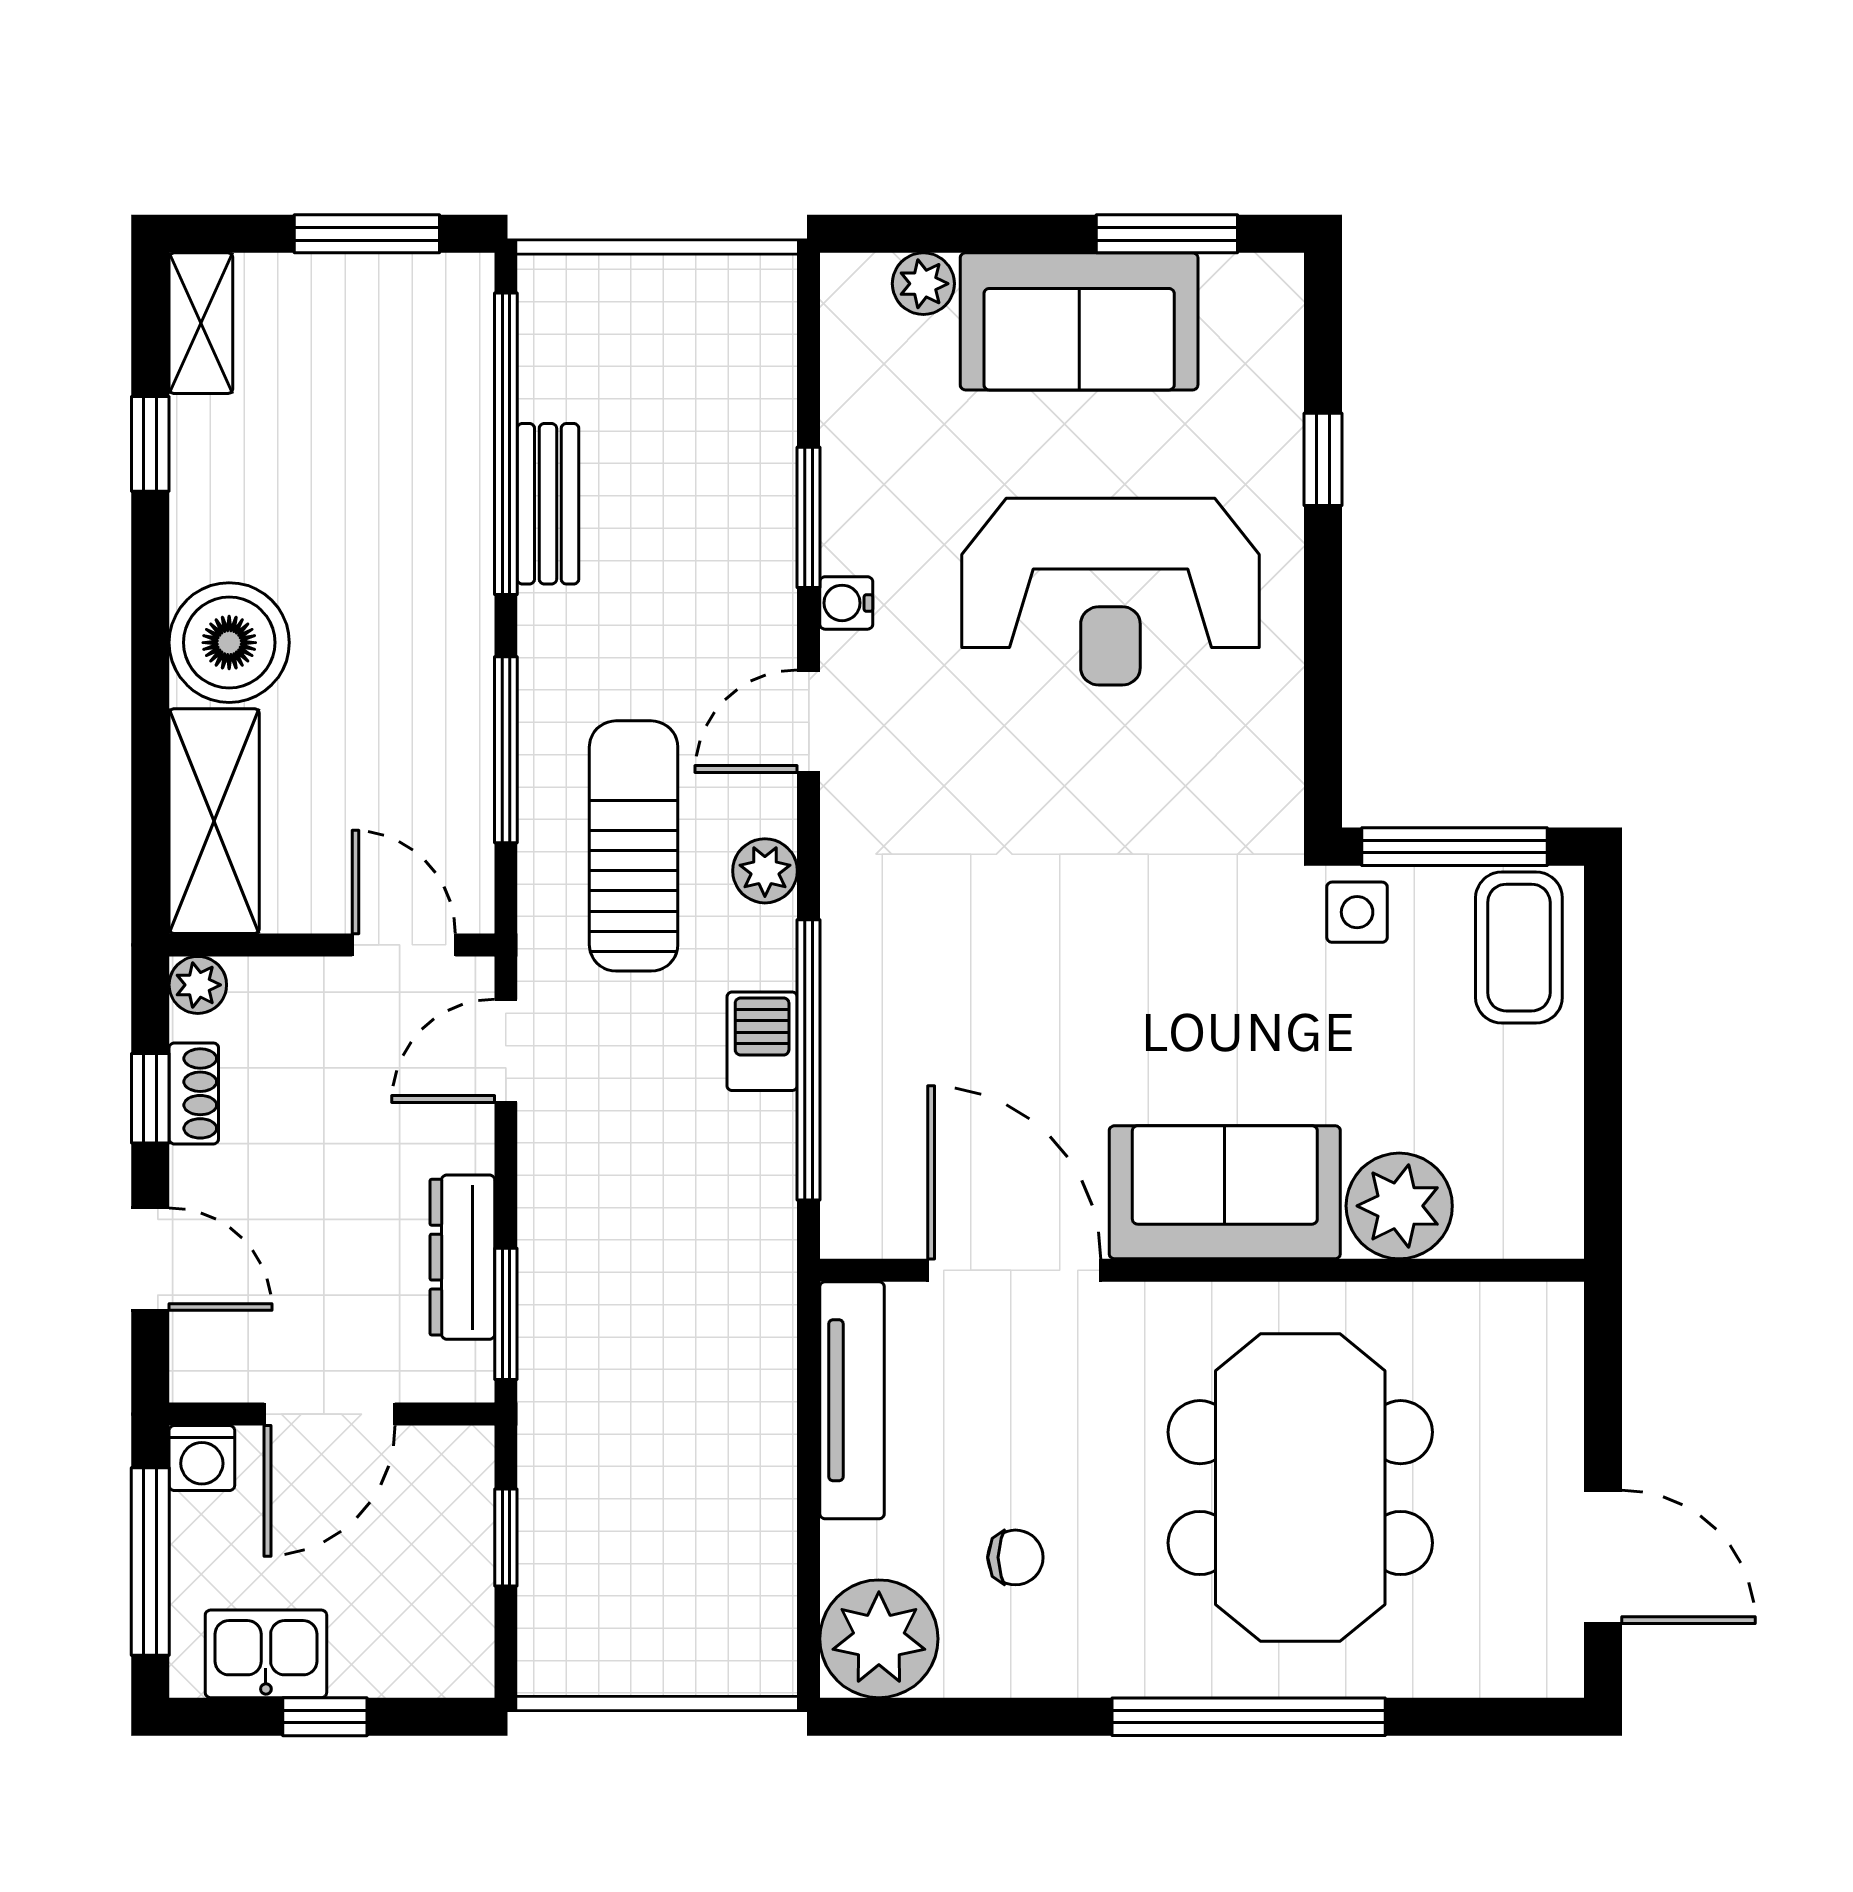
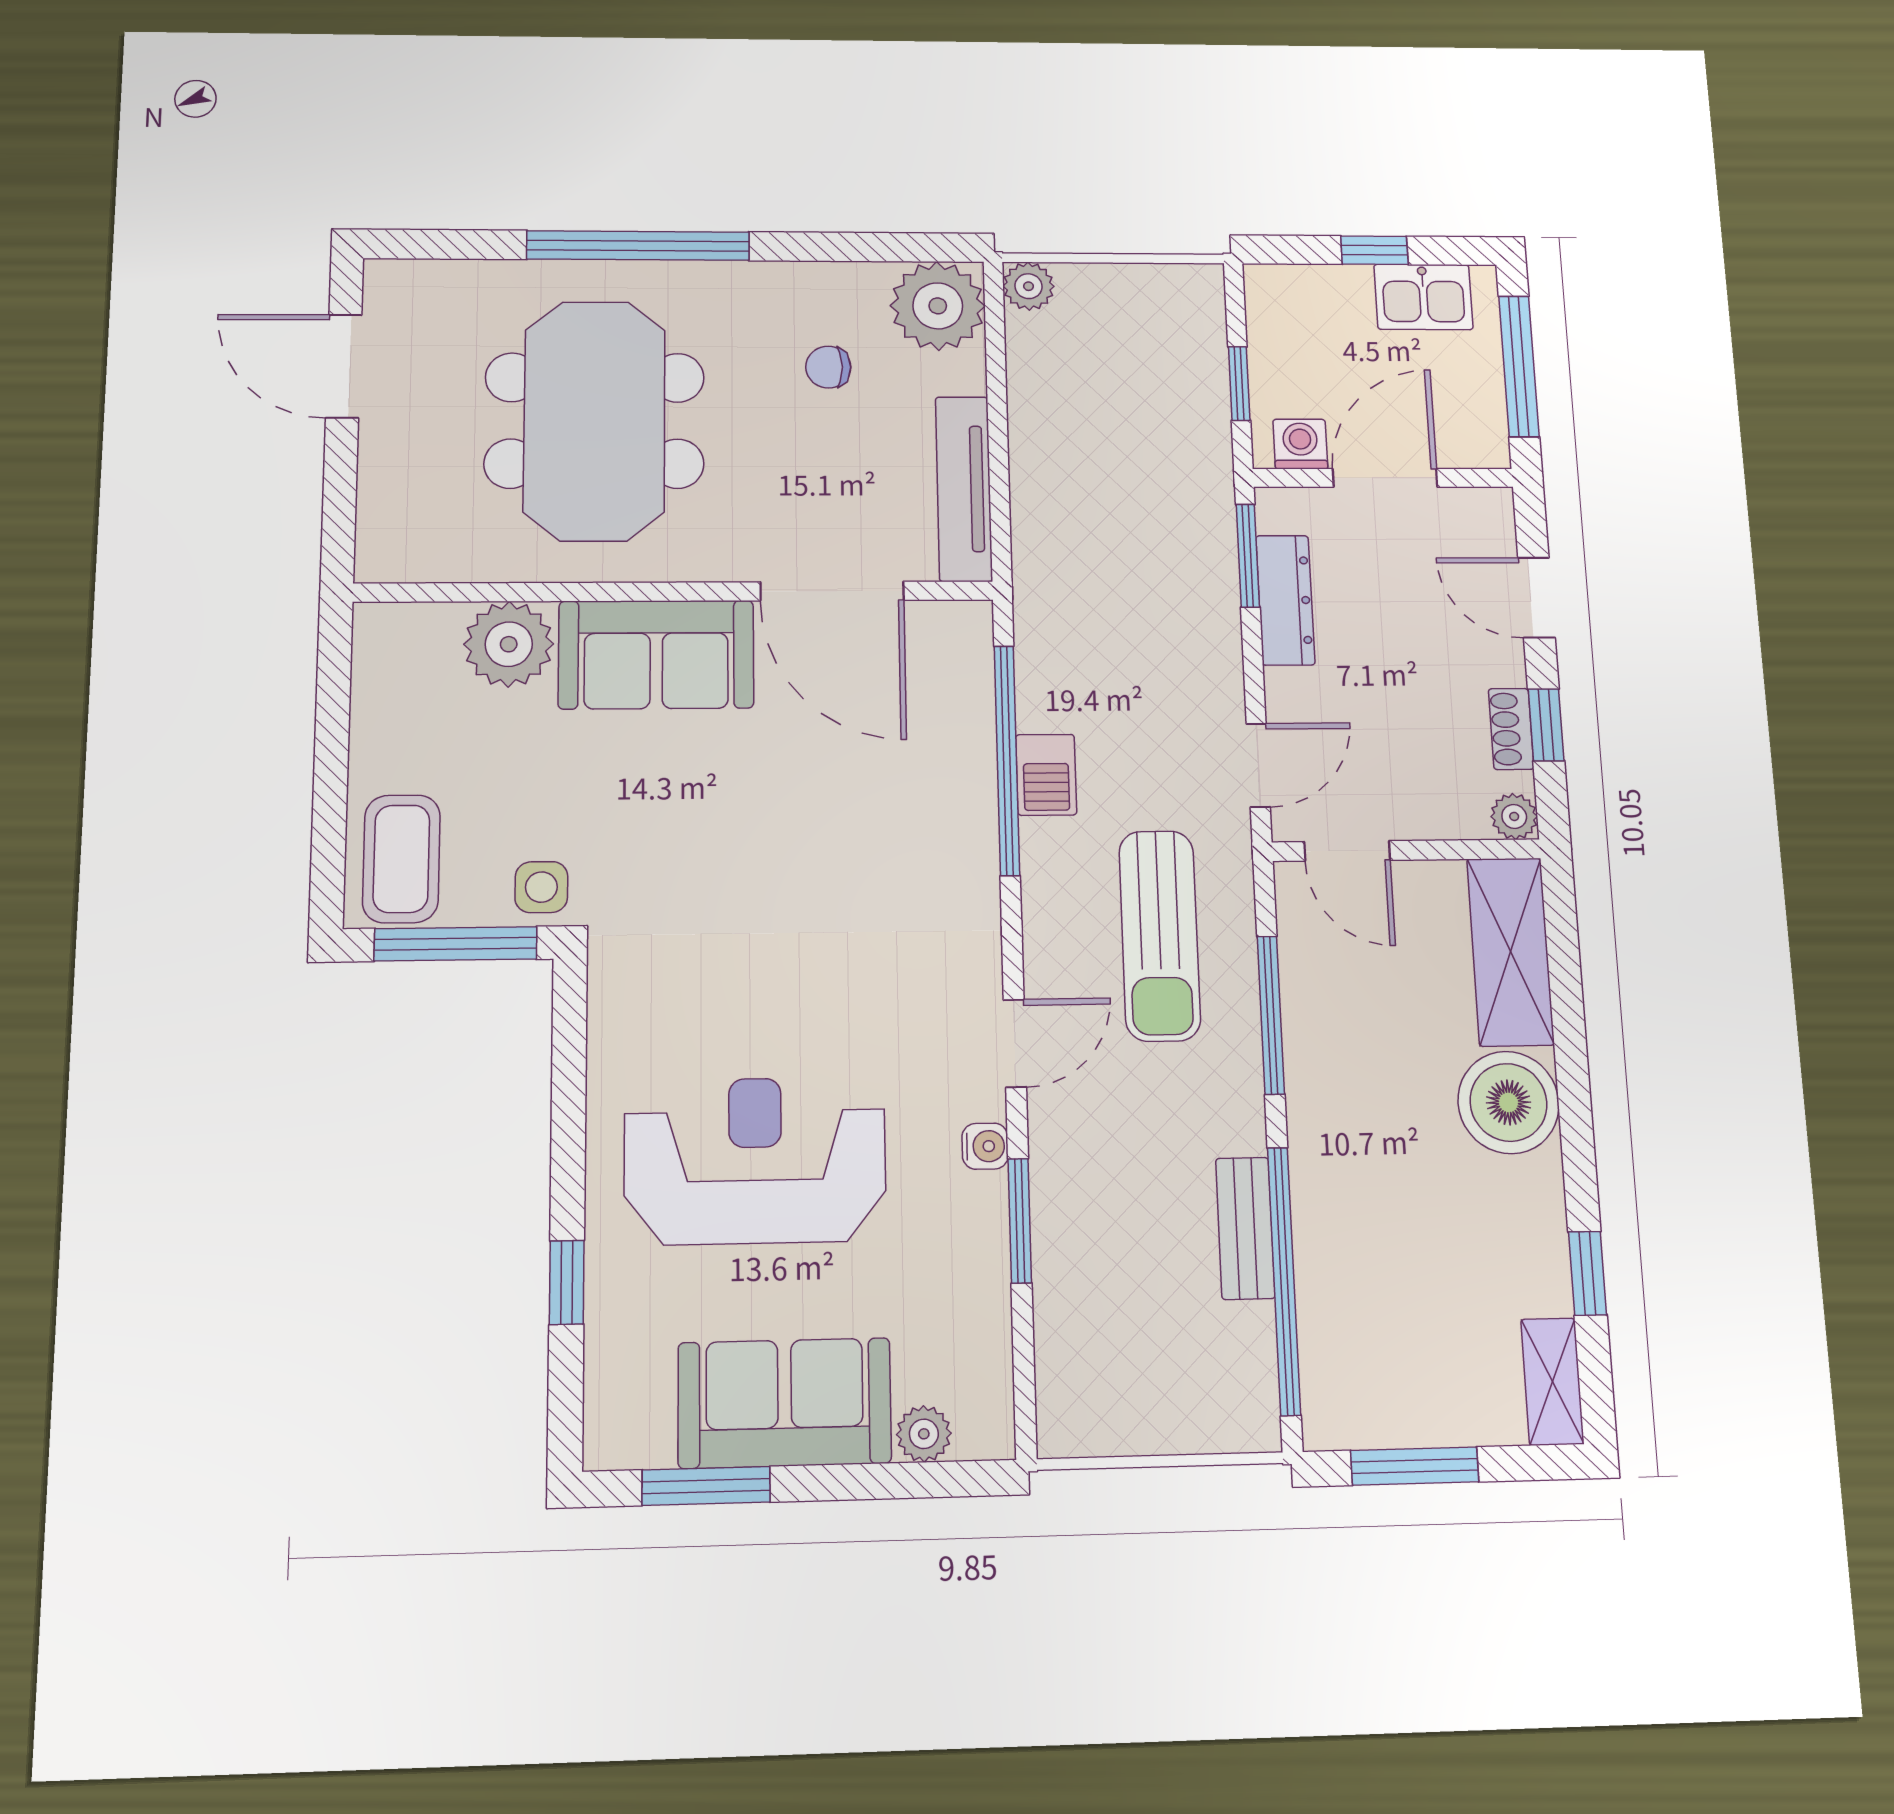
plant: (765, 871) -> (1029, 286), moved
washing machine: (202, 1458) -> (1300, 444), moved

